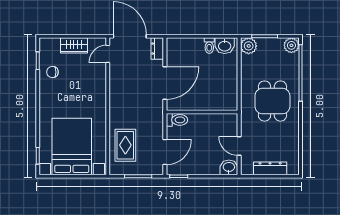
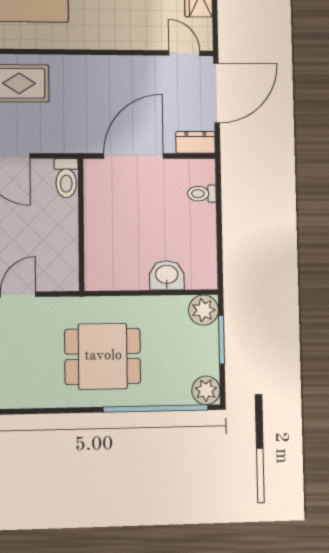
toilet: (209, 46) -> (202, 194), moved
washbasin: (225, 46) -> (167, 275), moved, turned 90
door: (165, 83) -> (134, 156), swing flipped

